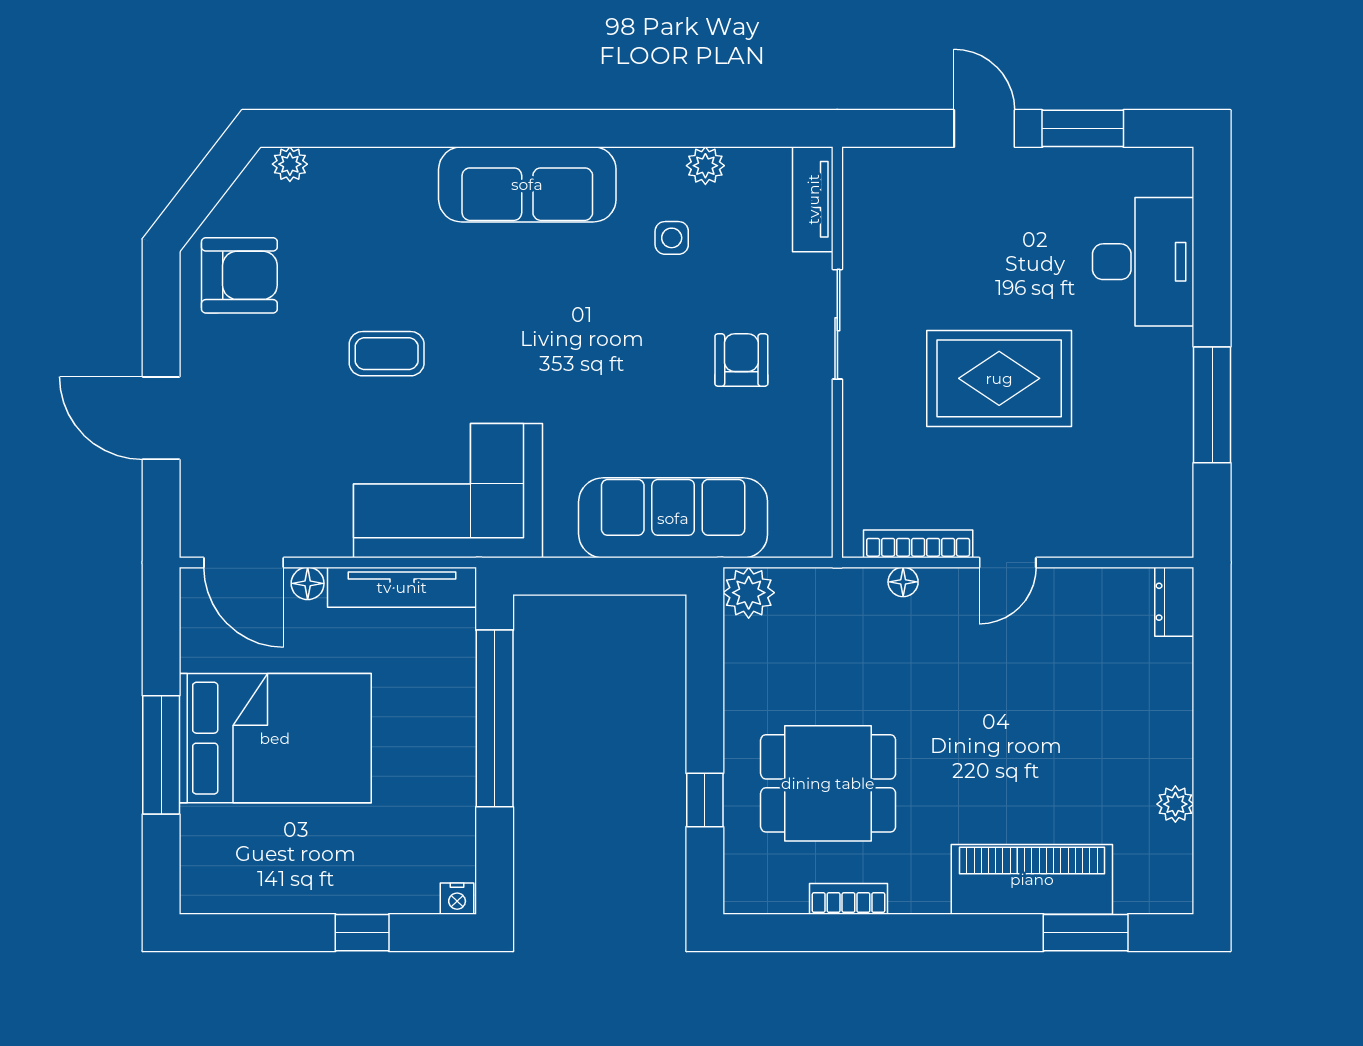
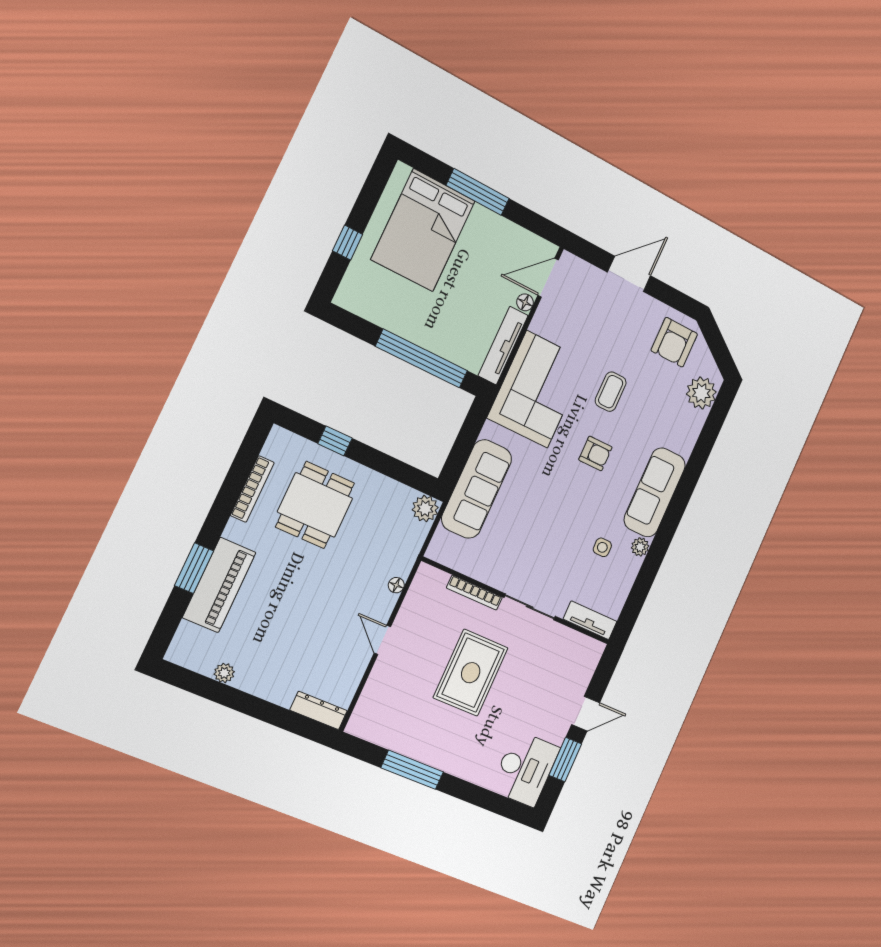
plant: (290, 164) -> (701, 393), width x1.88, depth x1.88
plant: (705, 166) -> (640, 547), moved
desk: (1143, 262) -> (525, 769), moved, turned -90
armchair: (741, 360) -> (595, 453), moved
bookcase: (918, 544) -> (474, 593), moved, turned 90
dresser: (1174, 602) -> (319, 710), width x1.44
bed: (275, 738) -> (423, 230), moved
nightstand: (457, 899) -> (343, 297), removed
bookcase: (848, 899) -> (252, 489), width x1.56
window: (1086, 933) -> (194, 568), moved

